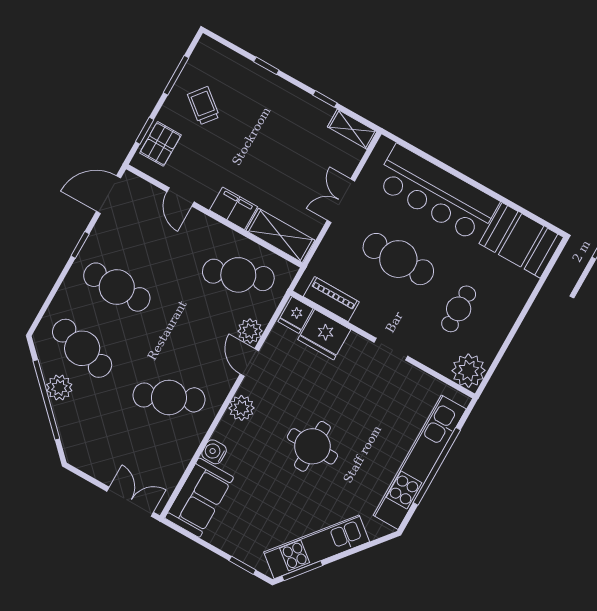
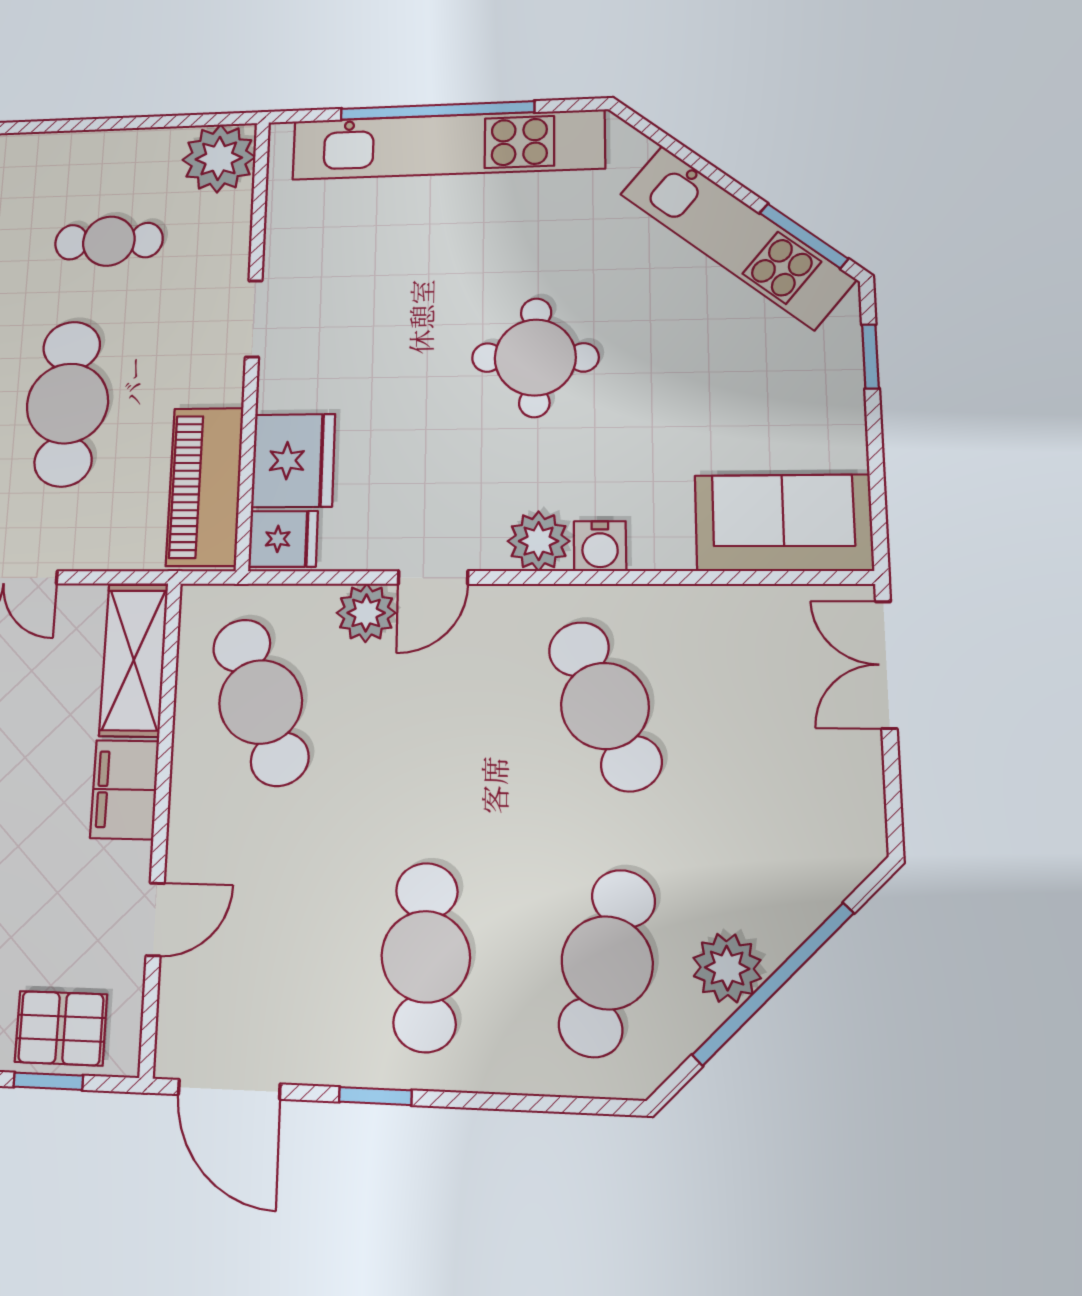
piano: (331, 299) -> (205, 486), width x1.37, depth x1.33
water cooler: (214, 452) -> (600, 546), moved

